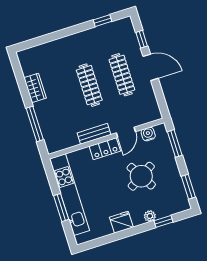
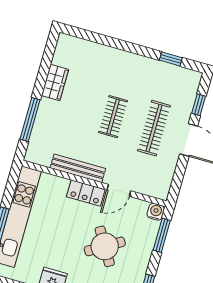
clothes rail: (89, 85) -> (113, 117), width x0.73
bench: (94, 134) -> (78, 168), width x1.36
water cooler: (148, 134) -> (156, 212), moved

